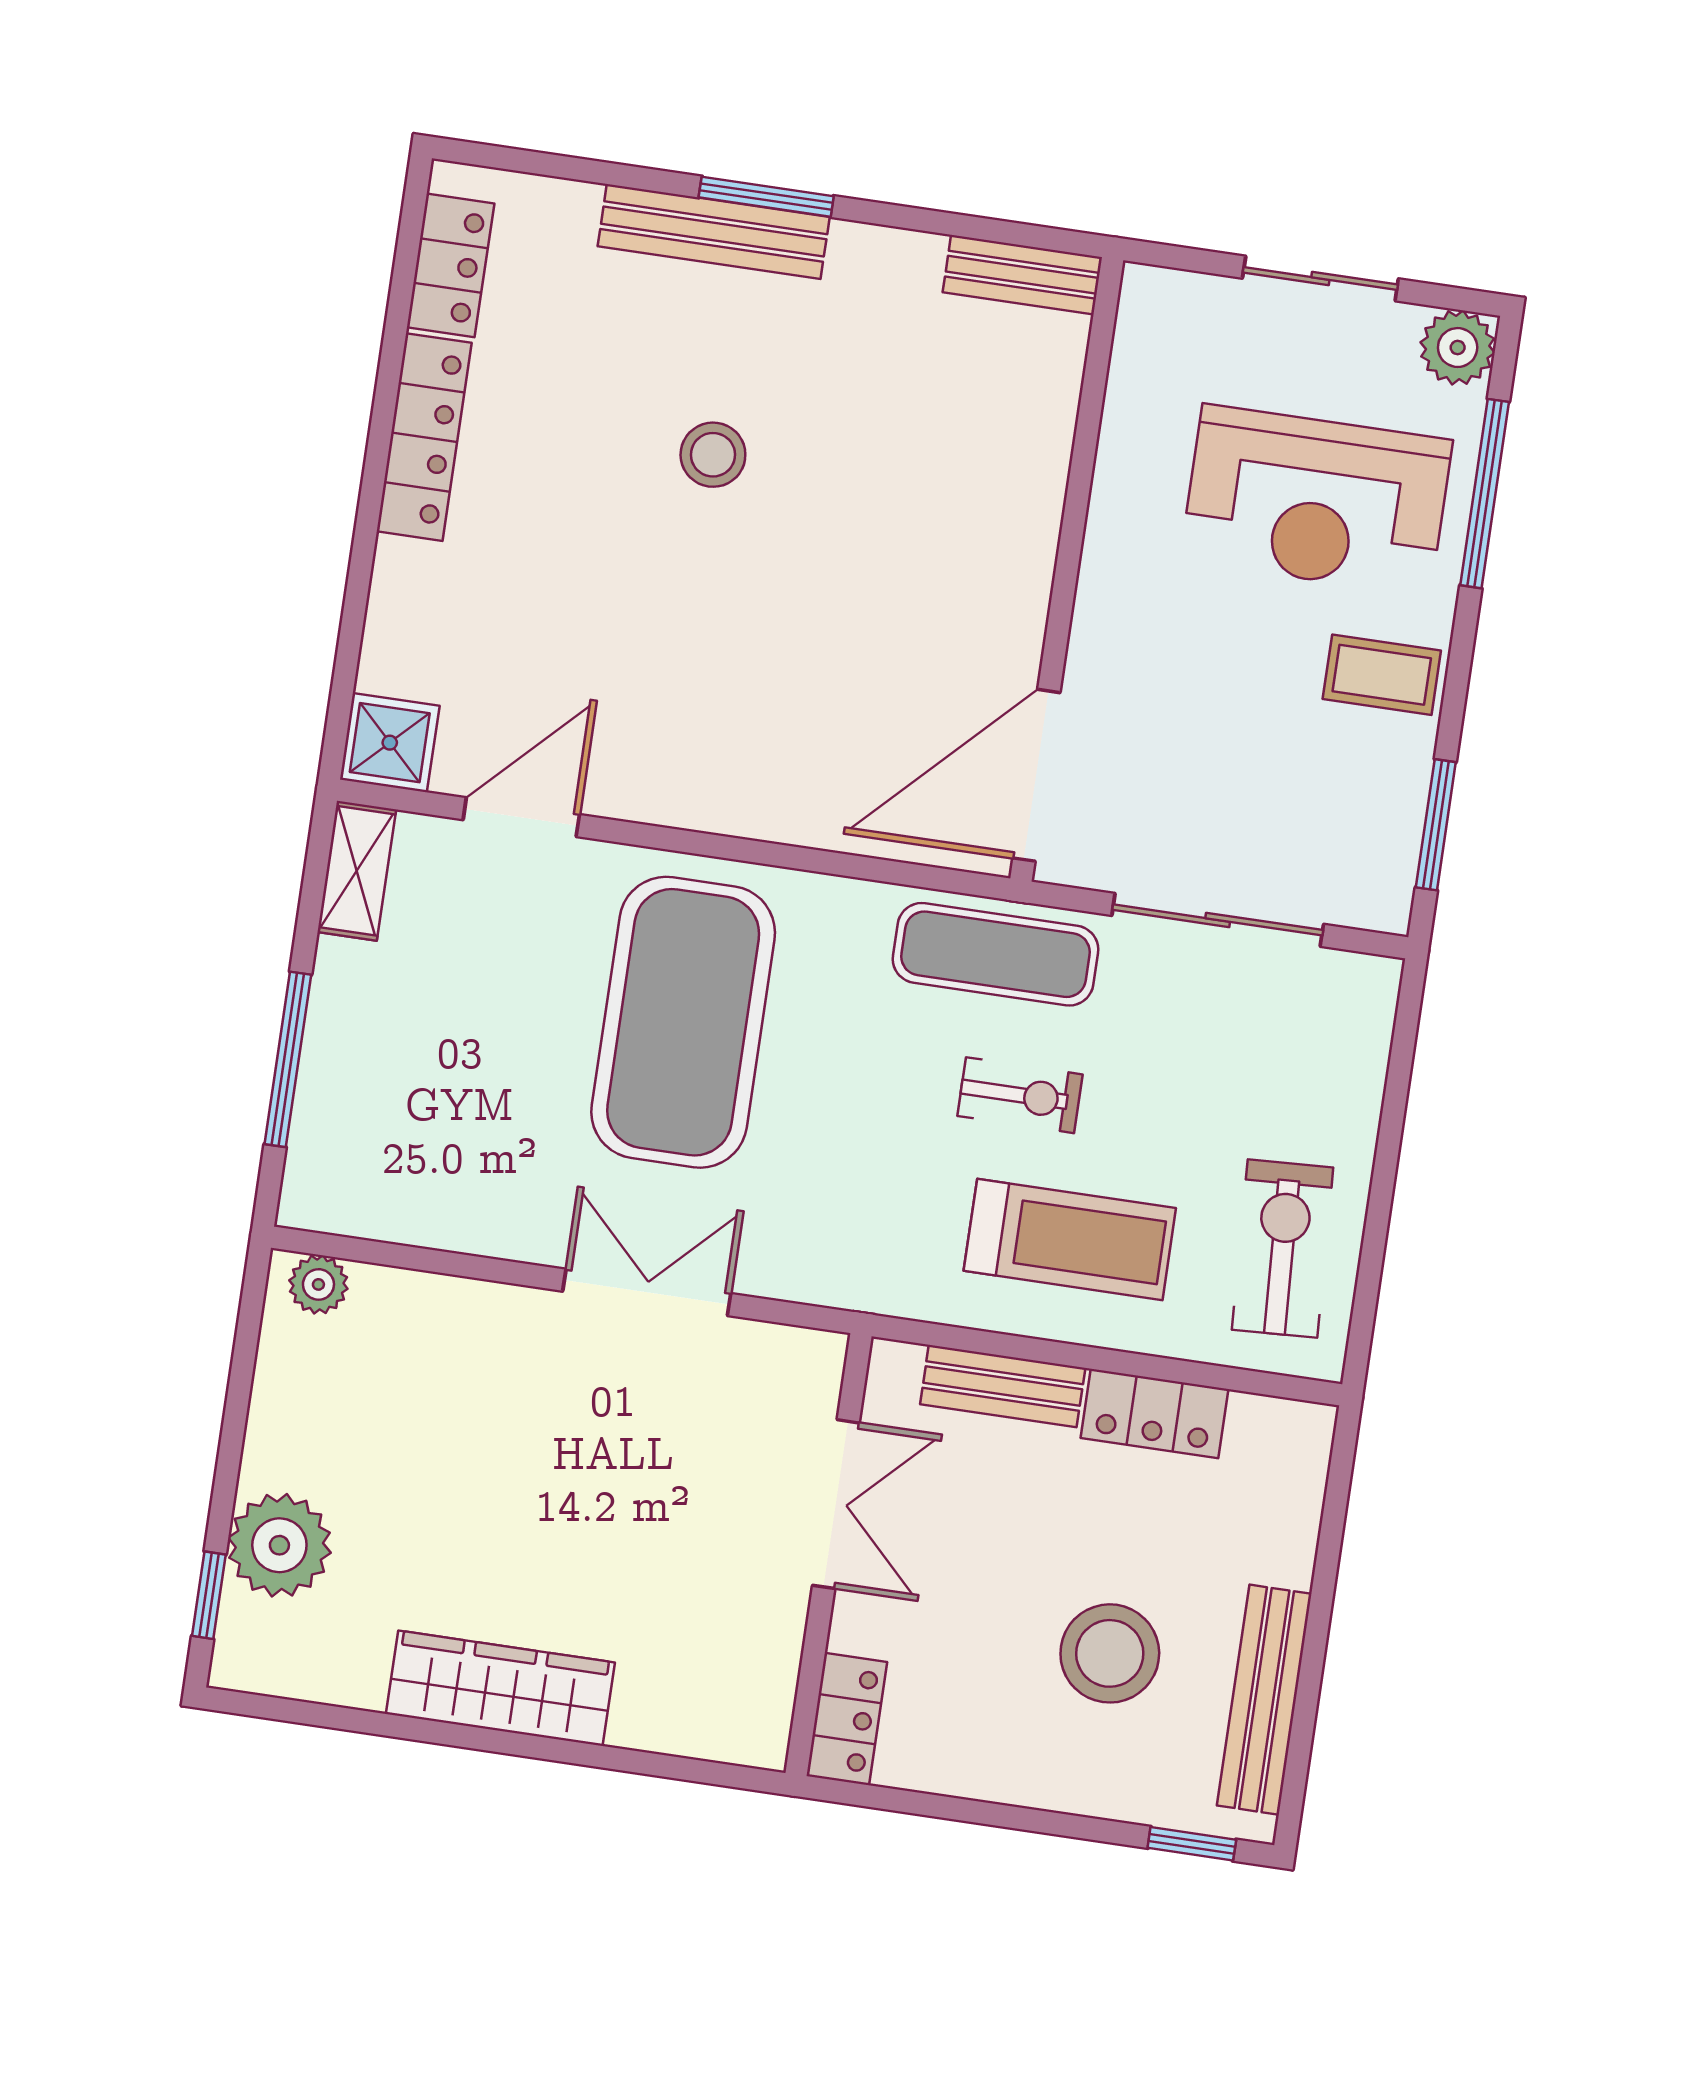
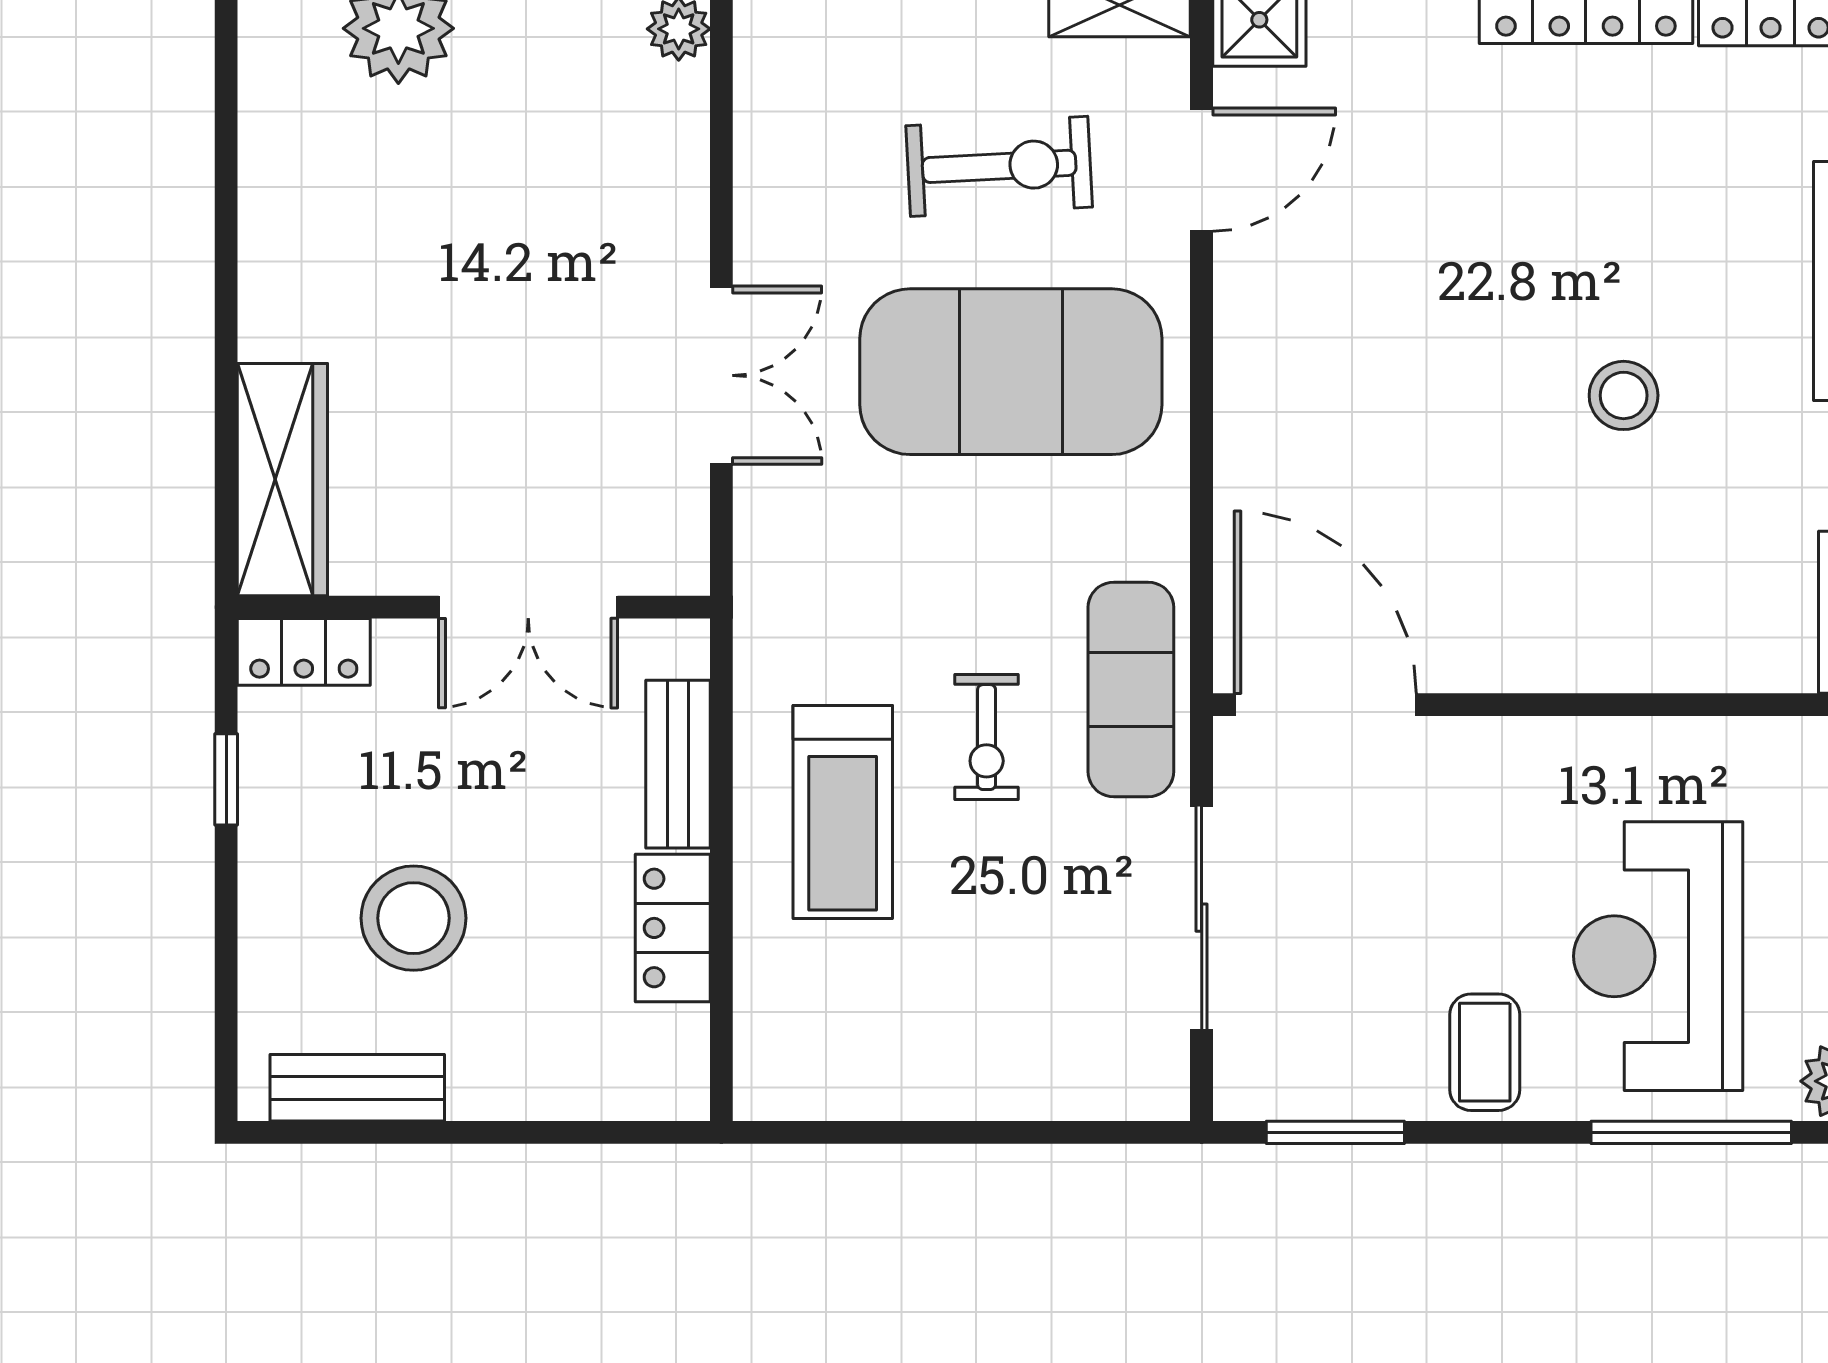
stool: (713, 455) -> (1624, 395), moved
door: (521, 817) -> (1202, 170), hinge flipped
exercise bike: (1283, 1249) -> (999, 166), moved
wardrobe: (500, 1688) -> (282, 480), moved
bench: (1264, 1700) -> (357, 1088), width x0.73
window: (1192, 1844) -> (226, 779), moved

